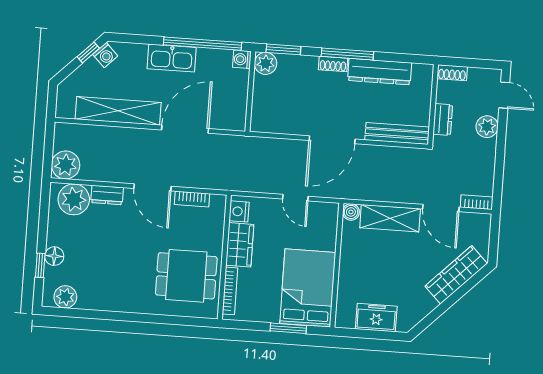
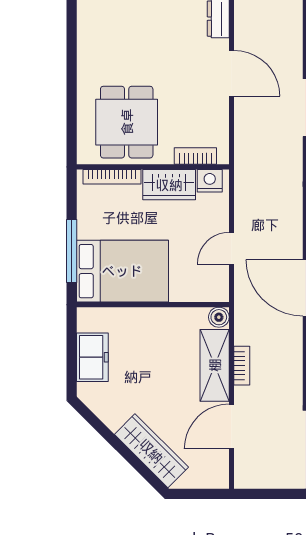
door: (153, 187) -> (231, 73), swing flipped
bookcase: (192, 199) -> (195, 156), moved, turned 90
bookcase: (477, 202) -> (242, 366), moved
window: (288, 328) -> (72, 251), width x1.44

